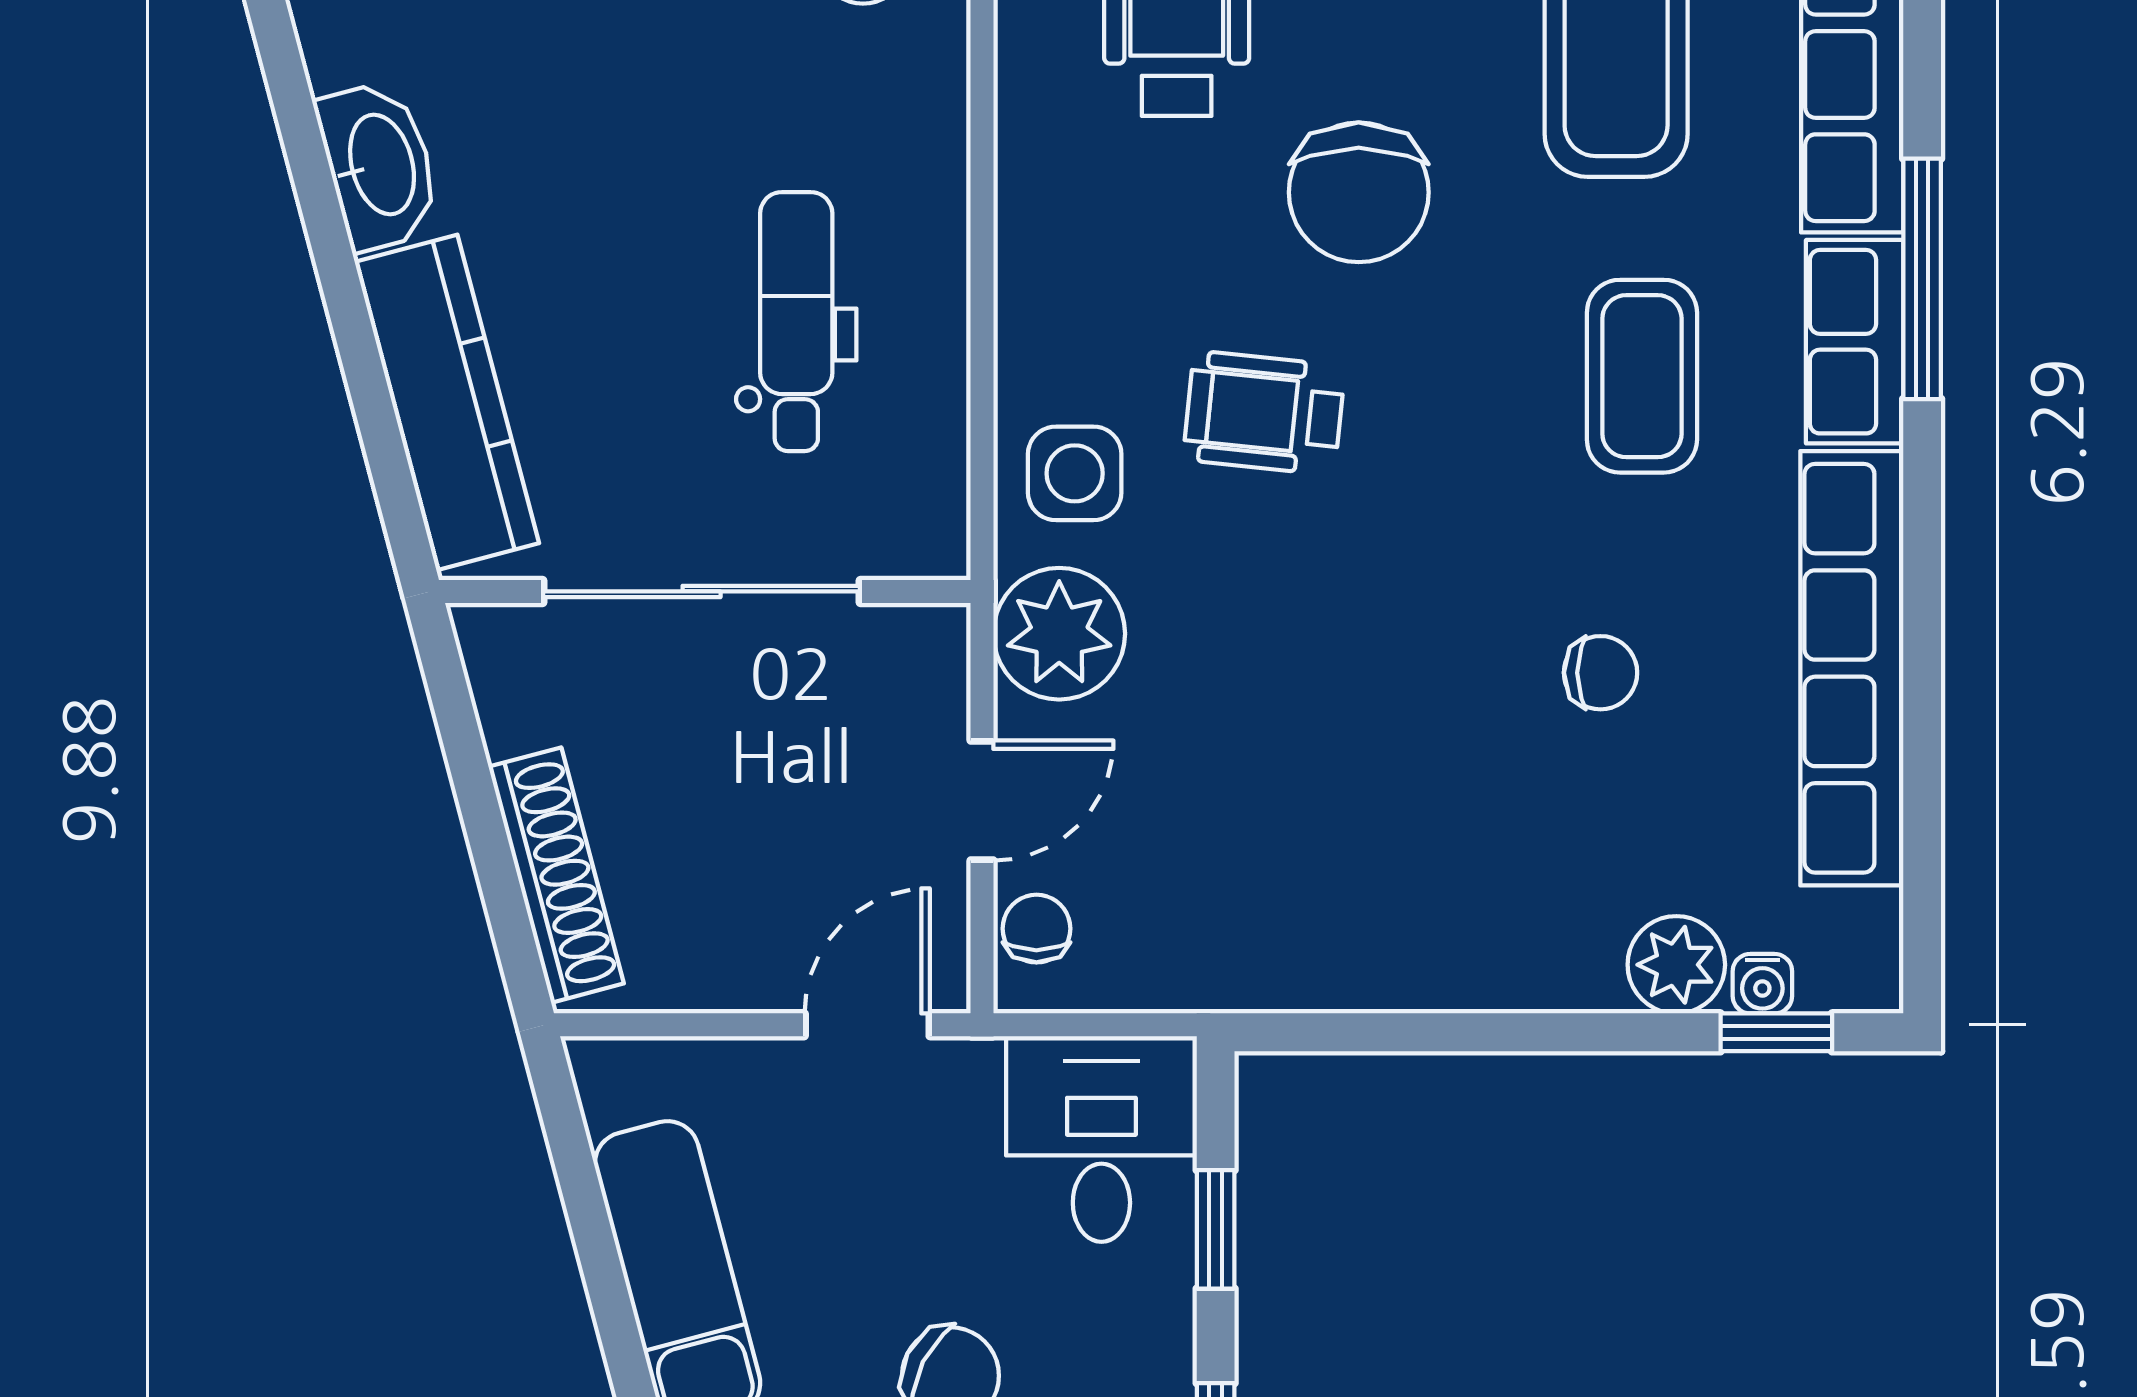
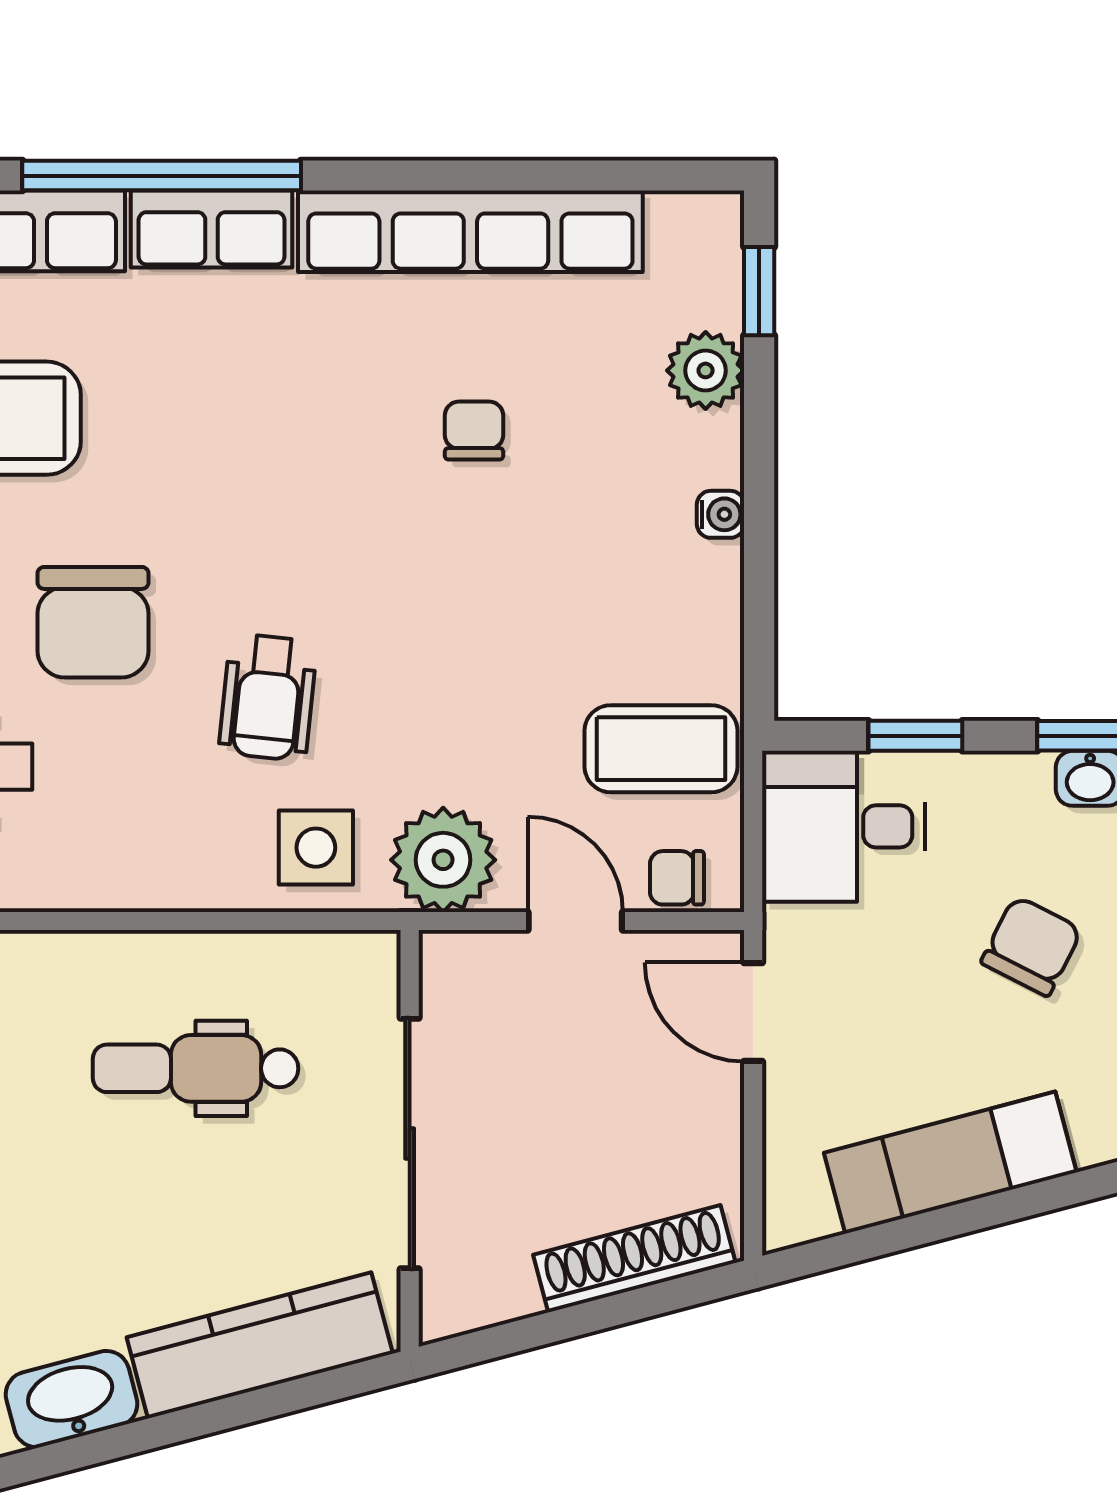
chair: (1359, 192) -> (93, 622), turned 90
window: (1922, 279) -> (162, 176), width x1.46
coffee table: (1642, 376) -> (661, 749), moved
water cooler: (1762, 984) -> (721, 514), moved

